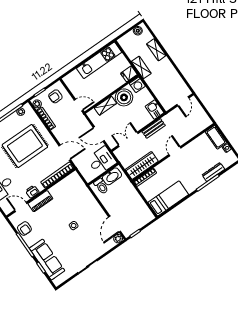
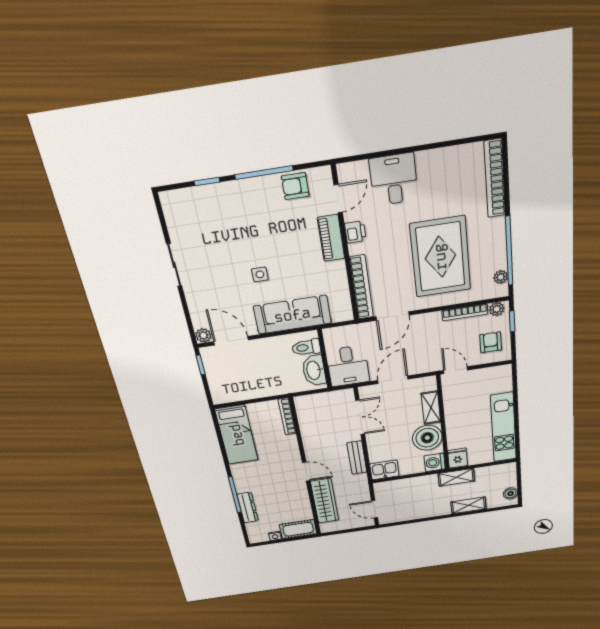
door: (79, 105) -> (456, 370), swing flipped
wardrobe: (142, 165) -> (325, 501), moved
sofa: (47, 260) -> (292, 315), moved, turned 180

